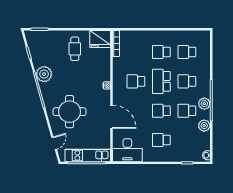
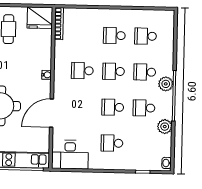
school desk: (161, 81) -> (114, 71), width x0.54
plant: (204, 104) -> (166, 84), moved
door: (112, 117) -> (52, 113), swing flipped

